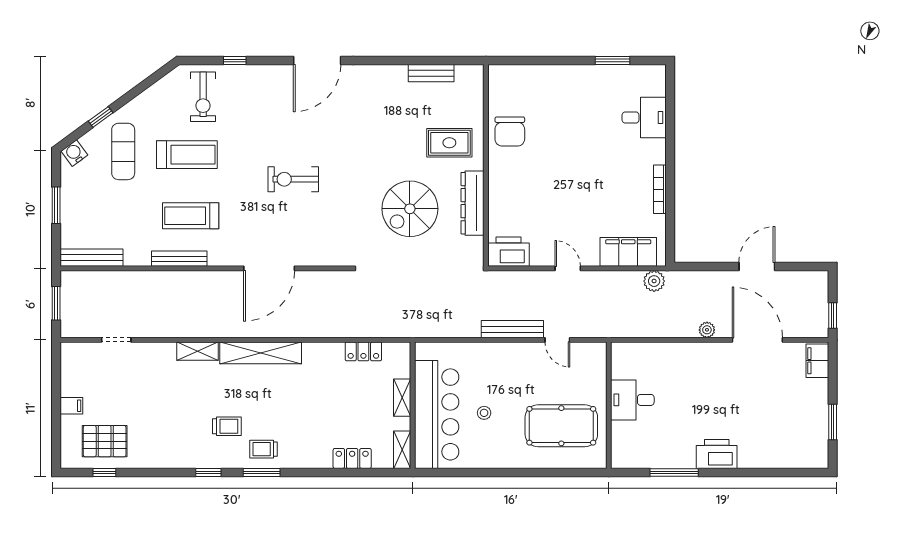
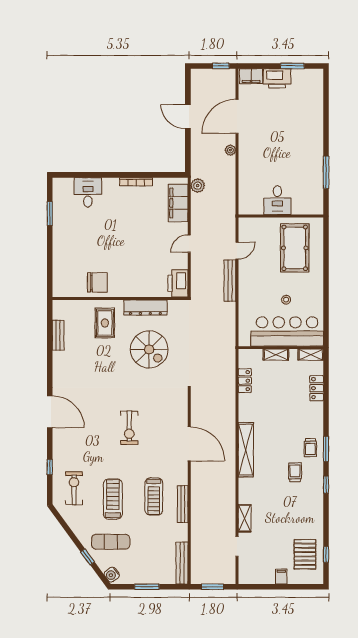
exercise bike: (203, 97) -> (74, 488), turned -90
shelving: (198, 351) -> (245, 518), moved
printer: (717, 454) -> (277, 78), moved, turned -90

